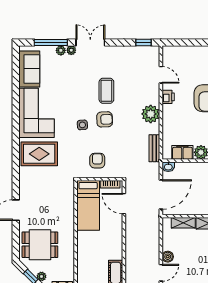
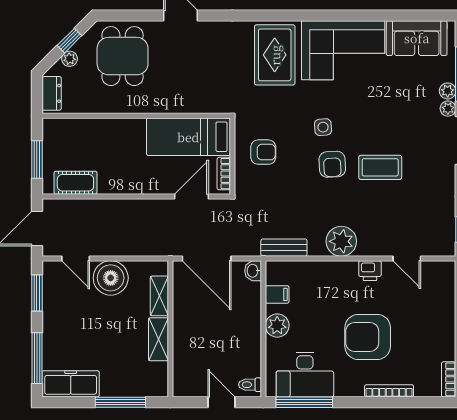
door: (161, 75) -> (407, 258), hinge flipped
filing cabinet: (182, 152) -> (277, 294), width x0.50
boiler: (168, 257) -> (111, 278), width x1.86, depth x1.86

